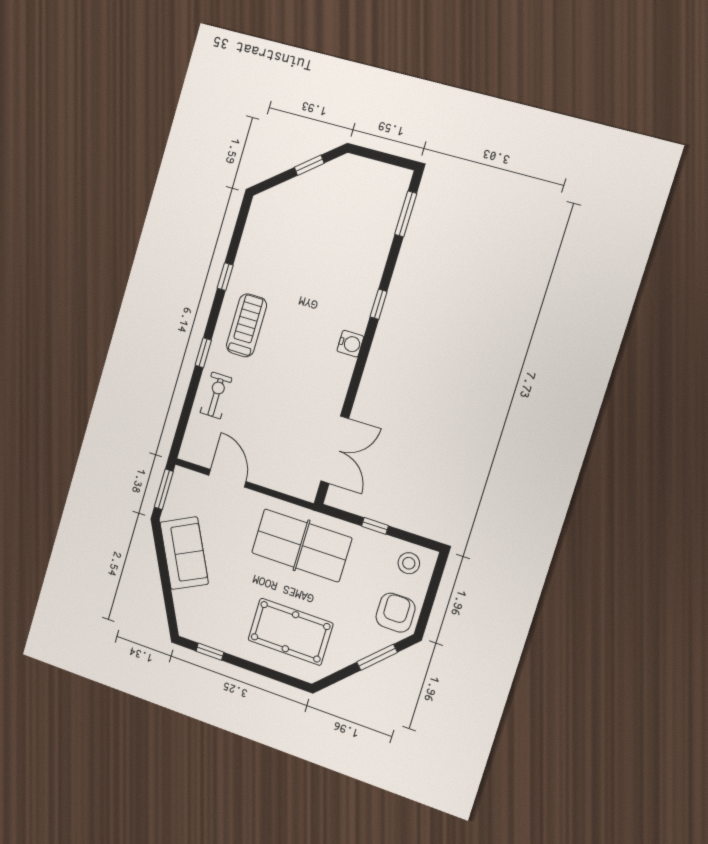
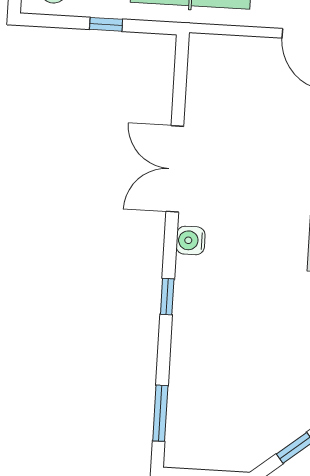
double door: (335, 450) -> (175, 169), moved

